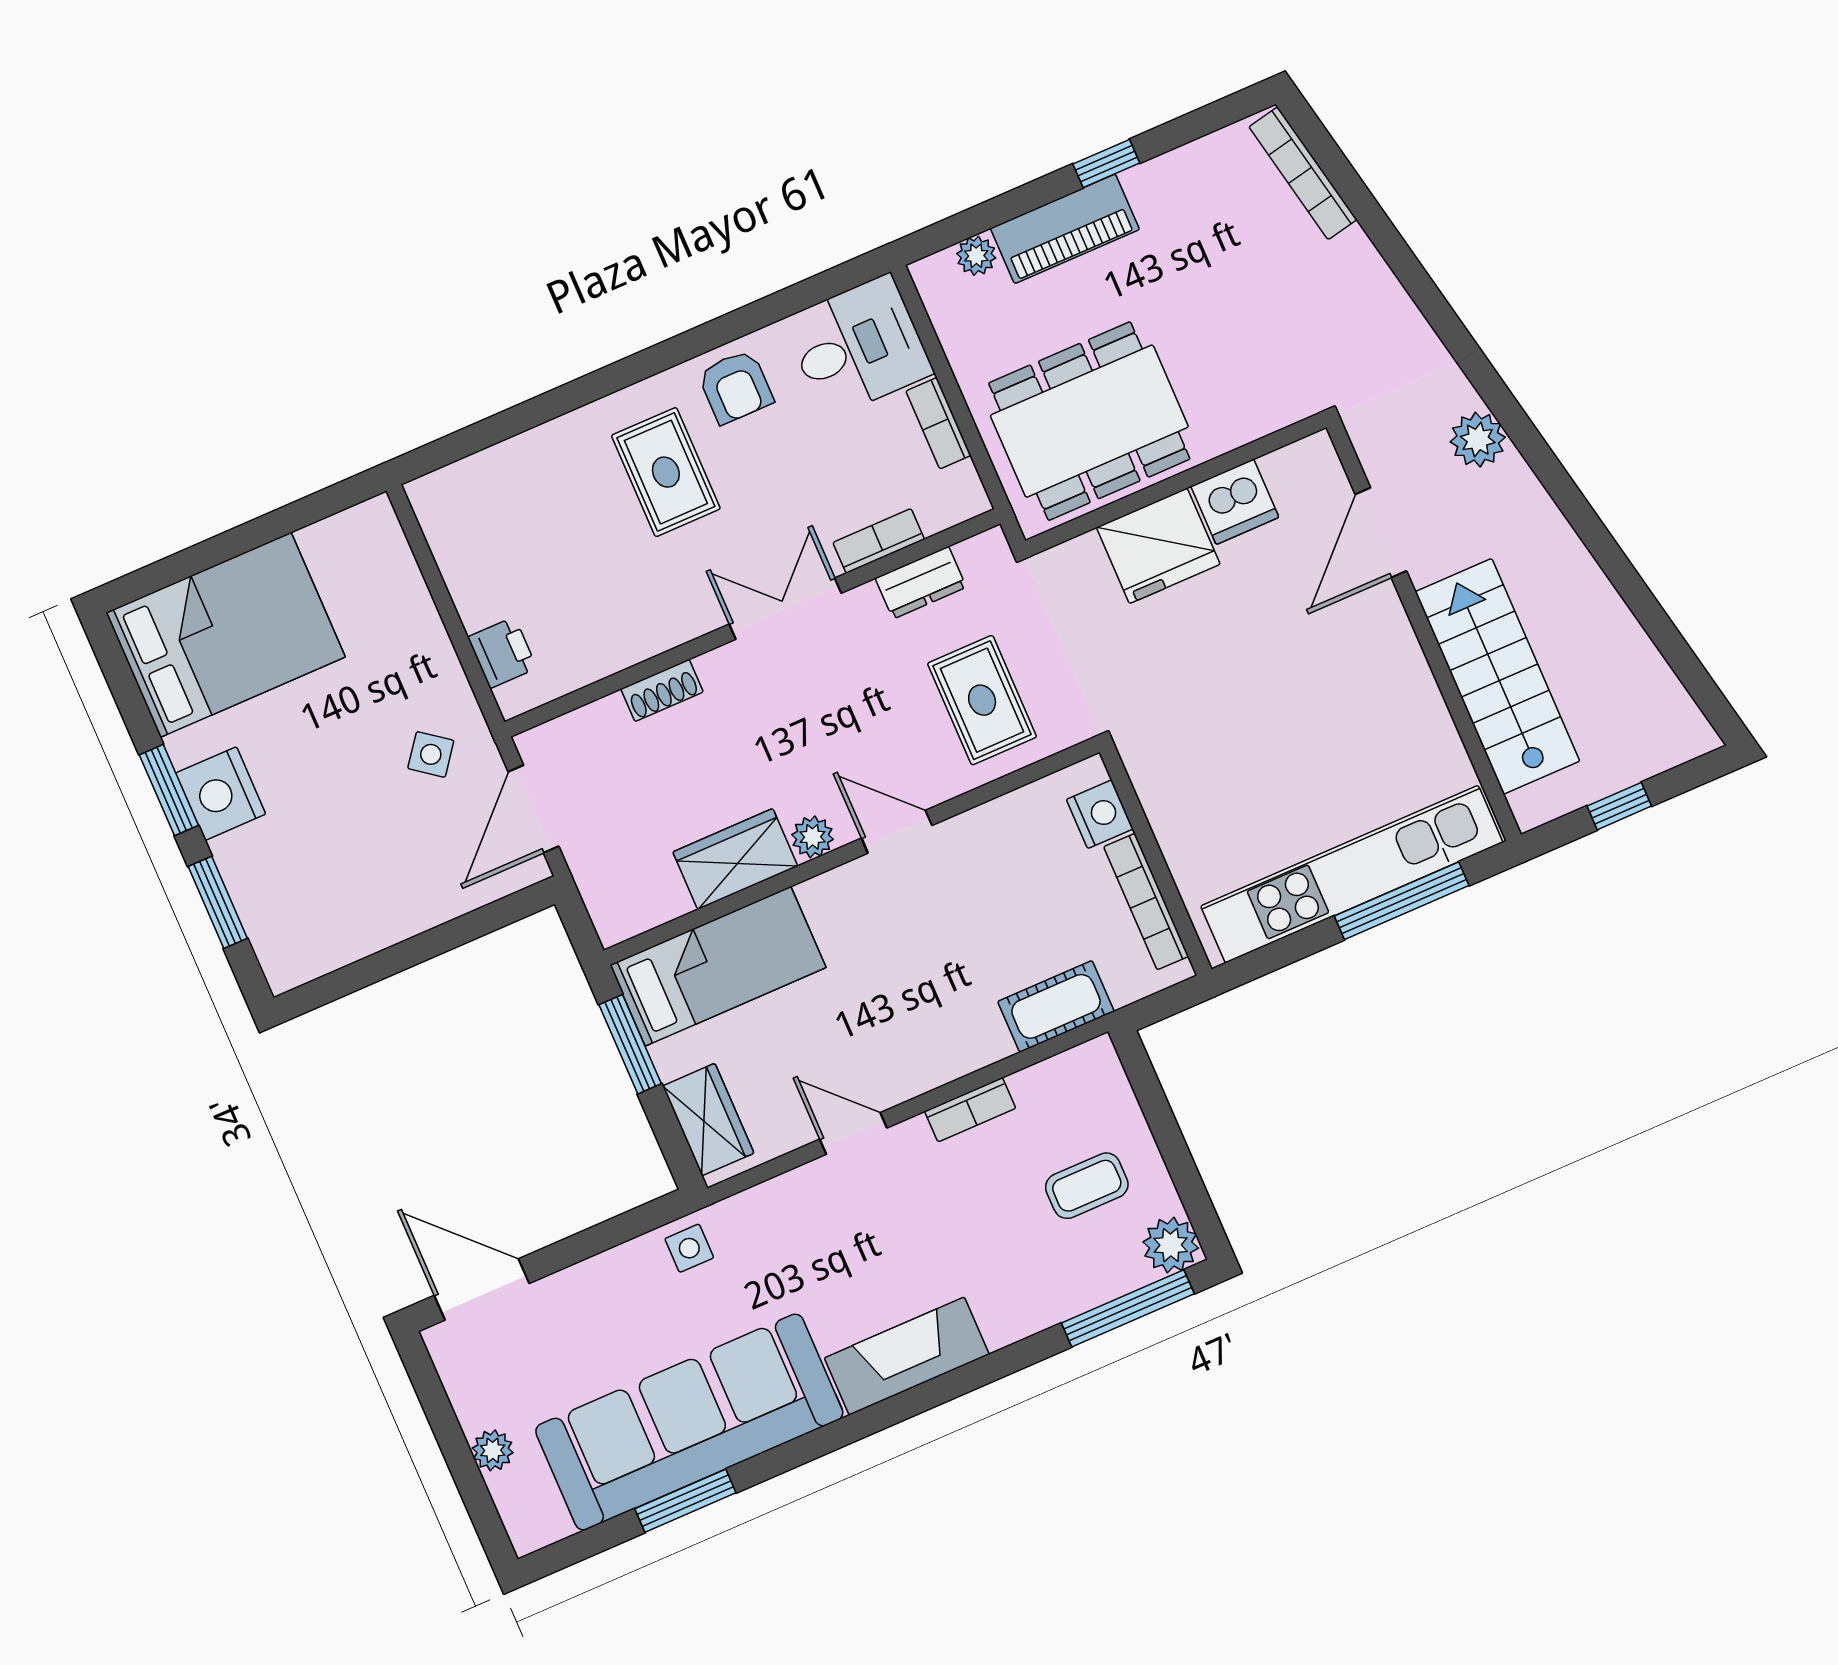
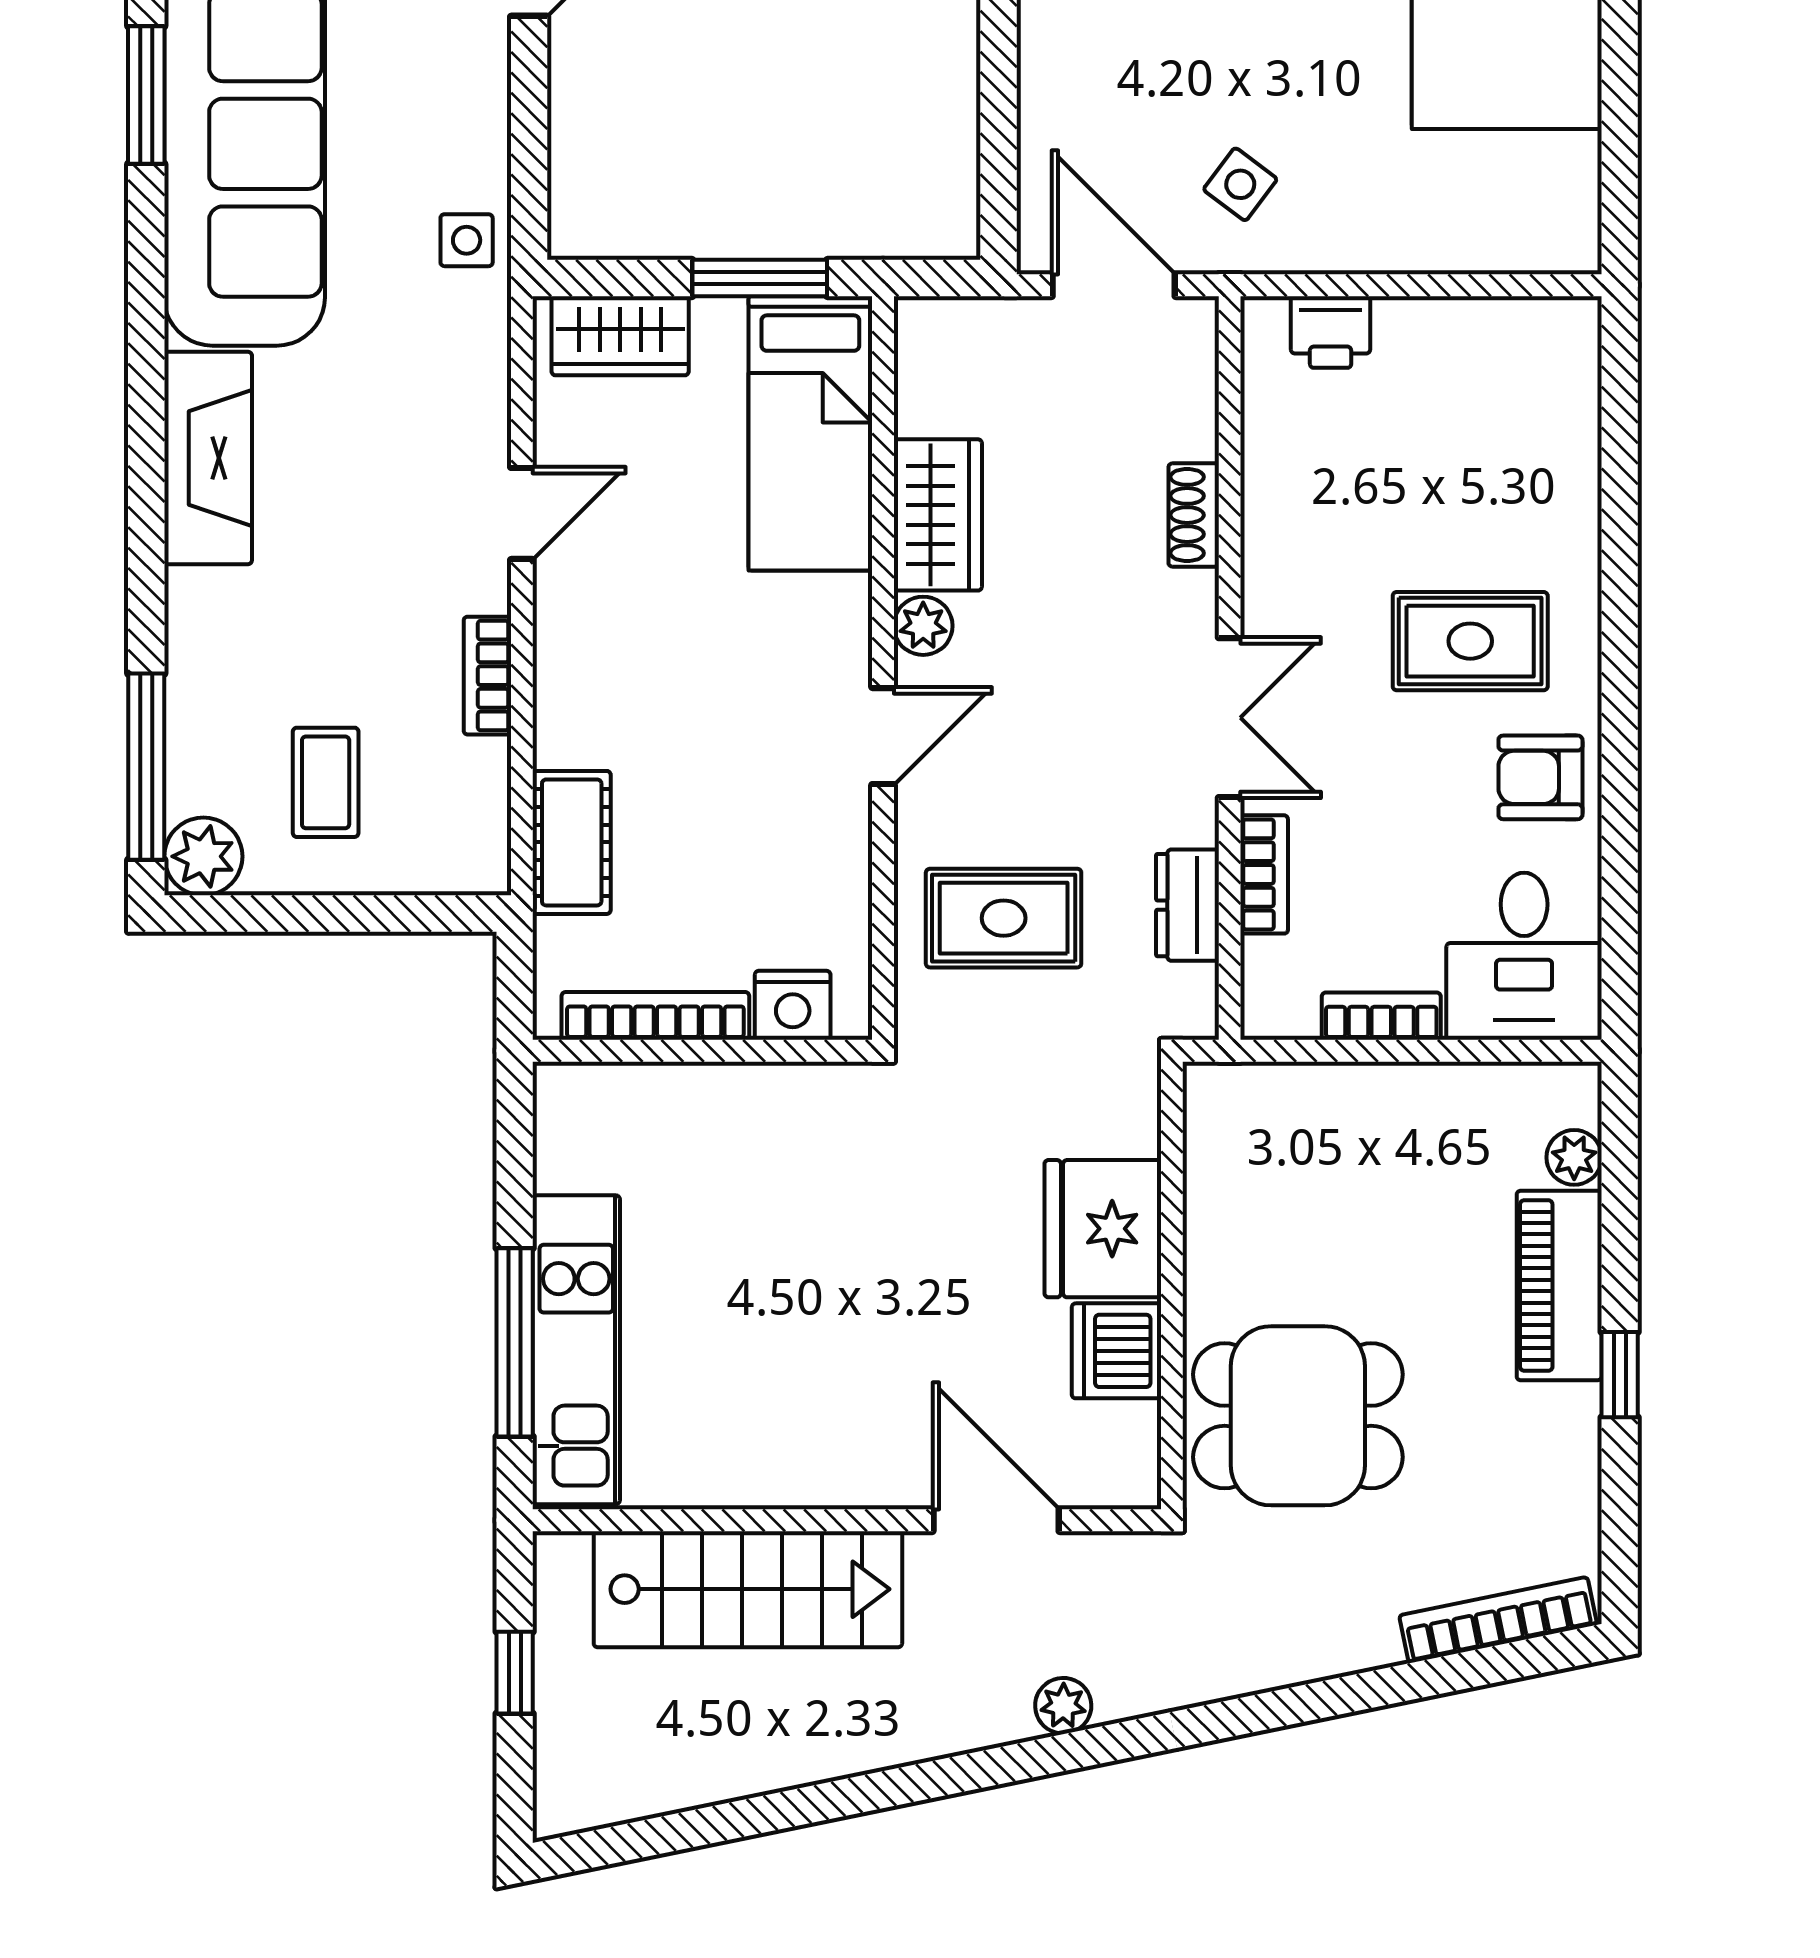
dining table: (1089, 421) -> (1298, 1416), moved, width x0.73
plant: (1478, 440) -> (1063, 1706), width x0.73, depth x0.73
kitchen unit: (1352, 874) -> (576, 1350), width x0.73

